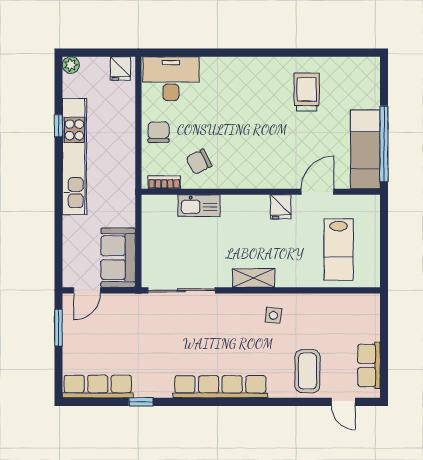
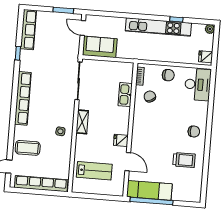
chair: (255, 79) -> (194, 132), added
lab bench: (339, 250) -> (94, 171), turned 180
row of seats: (369, 365) -> (41, 184), width x2.02

